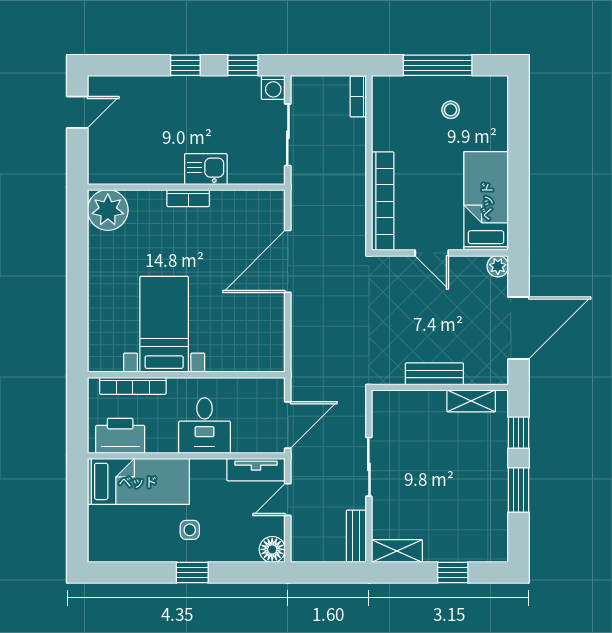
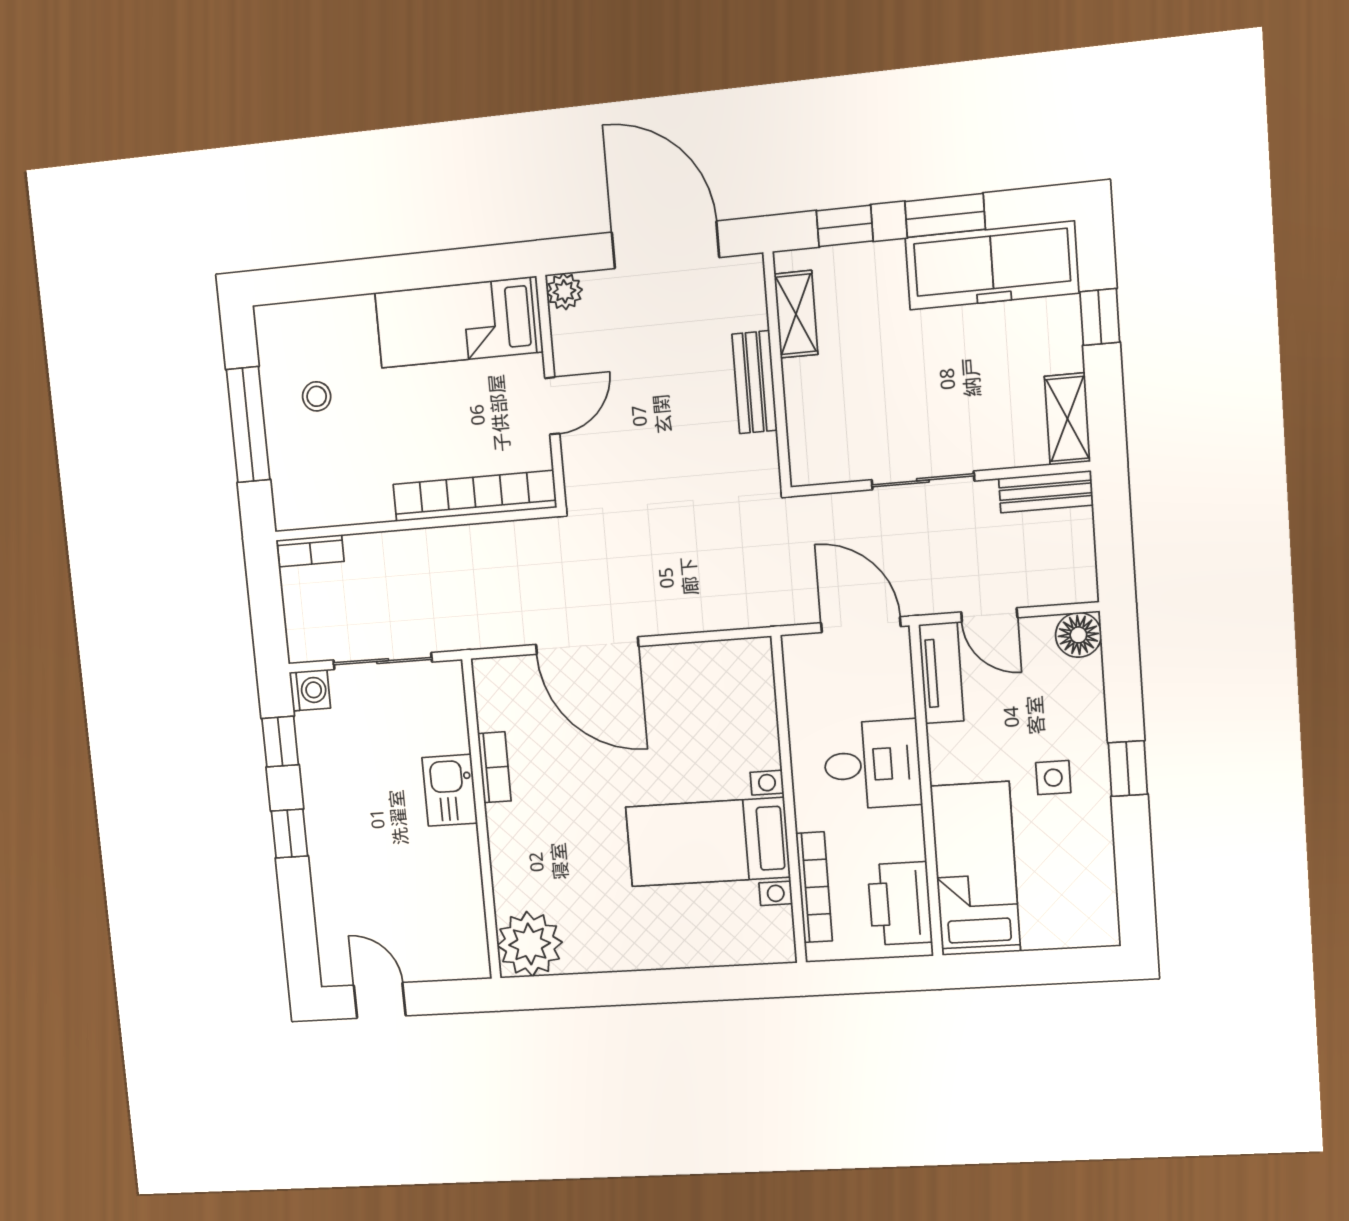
bookcase: (188, 198) -> (494, 767), moved
freezer: (488, 514) -> (992, 265), added

